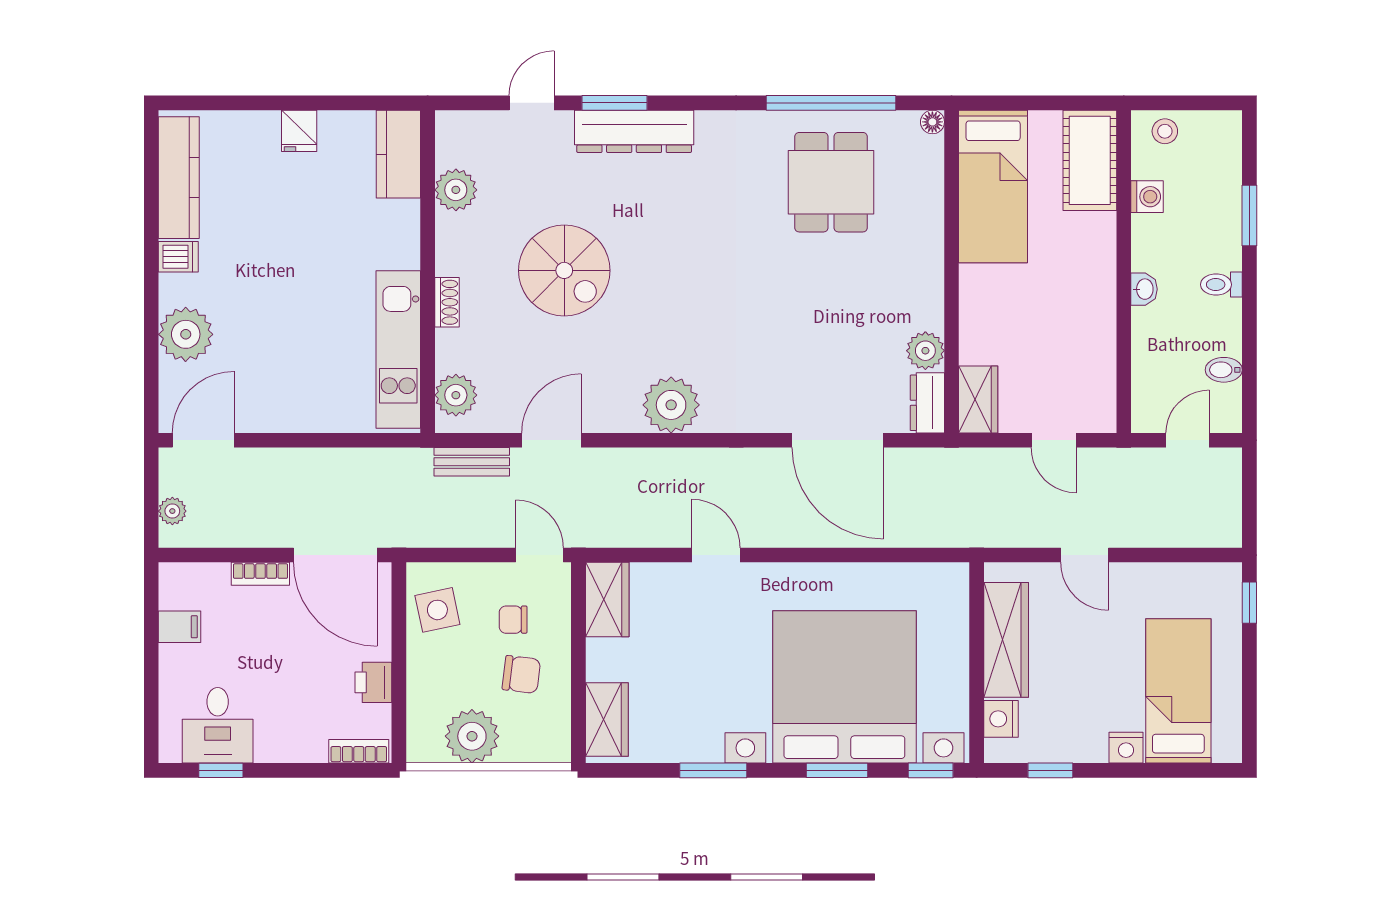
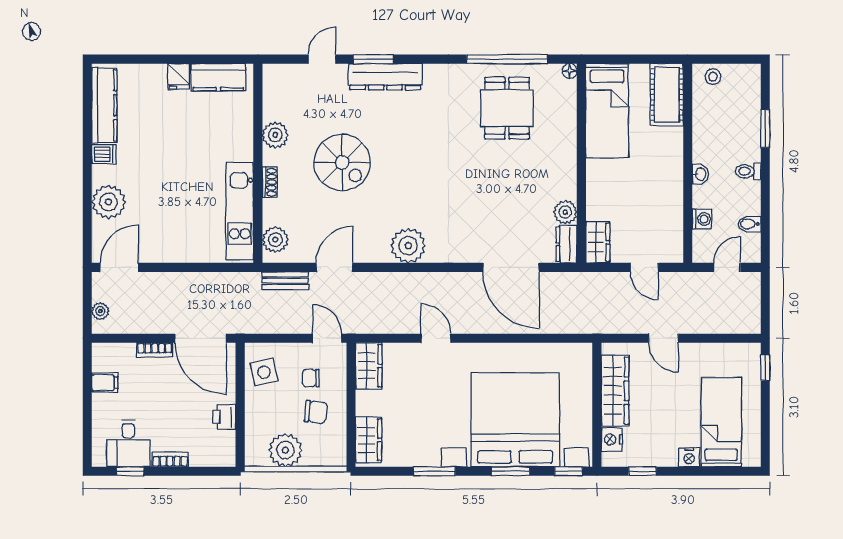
kitchen counter: (398, 154) -> (218, 77), moved, turned -90
plant: (456, 190) -> (275, 135), moved
washing machine: (1147, 197) -> (702, 219), moved
bookcase: (359, 751) -> (170, 459), moved

